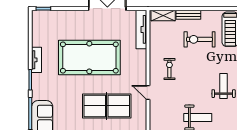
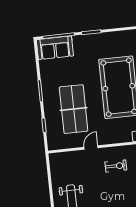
tv unit: (37, 60) -> (111, 36), removed

